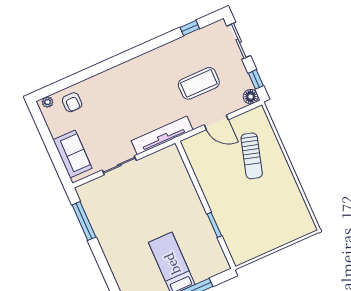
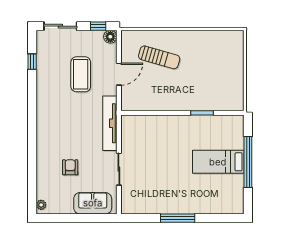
armchair: (72, 102) -> (70, 167), moved, turned -90
window: (84, 221) -> (178, 218), moved

